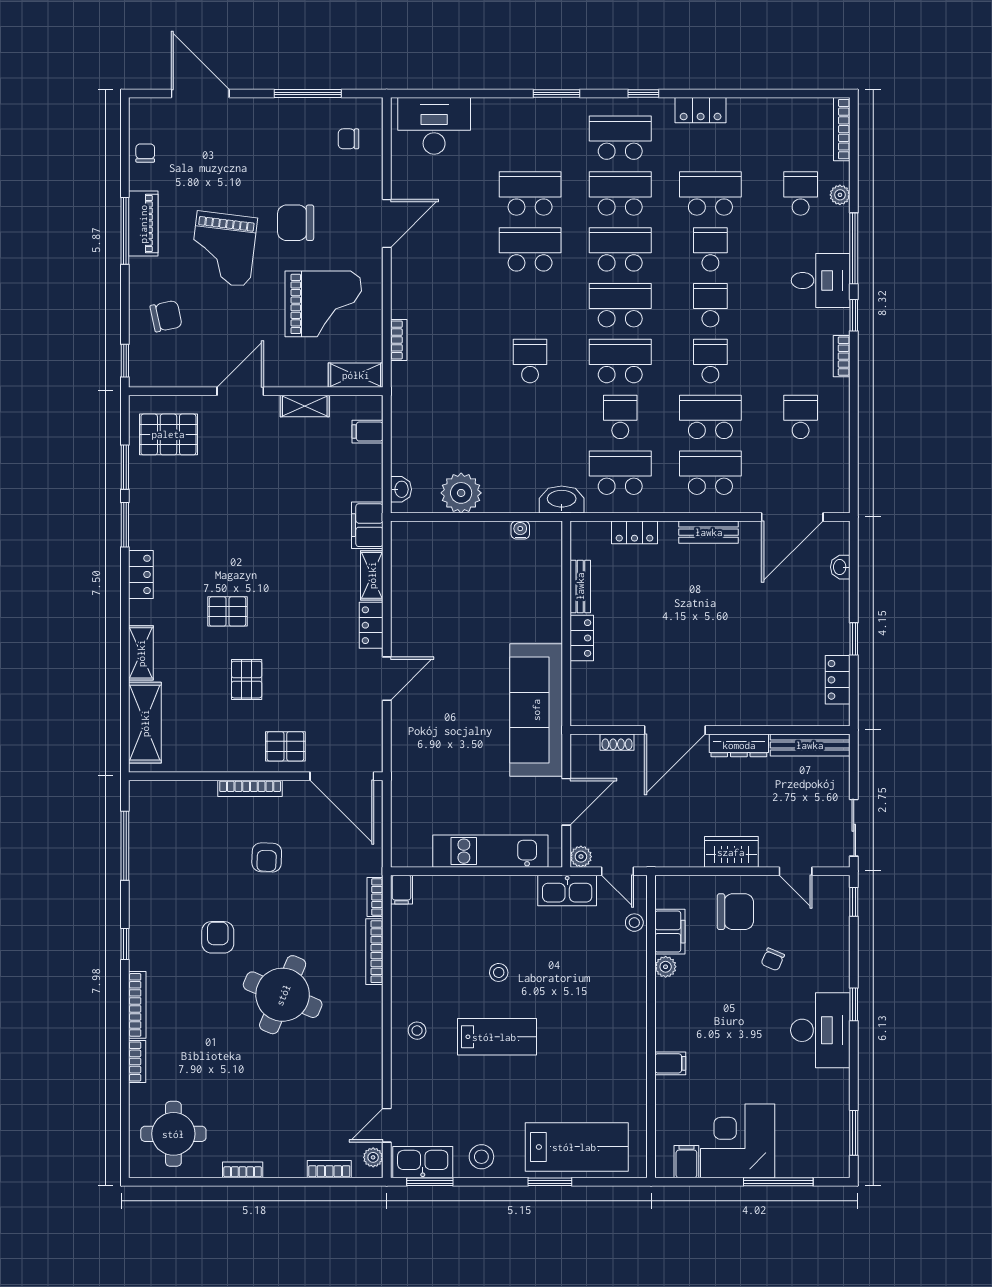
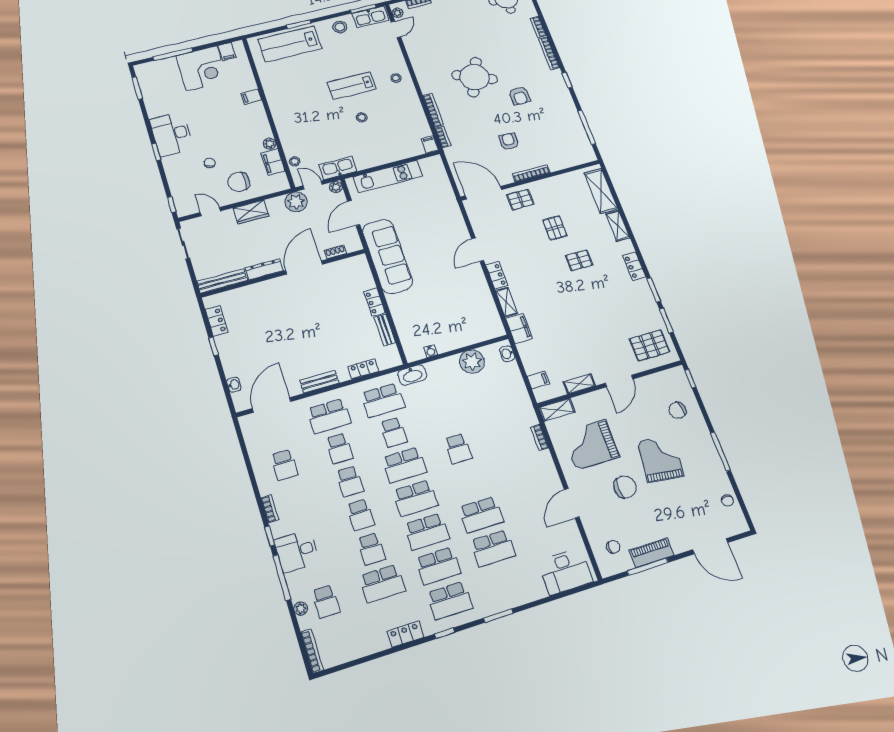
piano: (143, 224) -> (652, 553), moved, turned 90
school desk: (710, 417) -> (339, 448), width x0.54
plant: (653, 849) -> (296, 202), added

